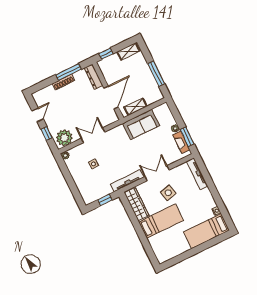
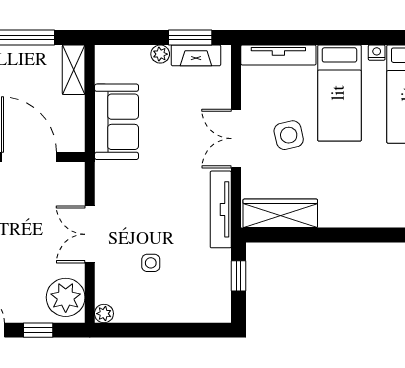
shelving: (135, 107) -> (74, 70), moved
bed: (161, 221) -> (339, 93), moved, turned 180

